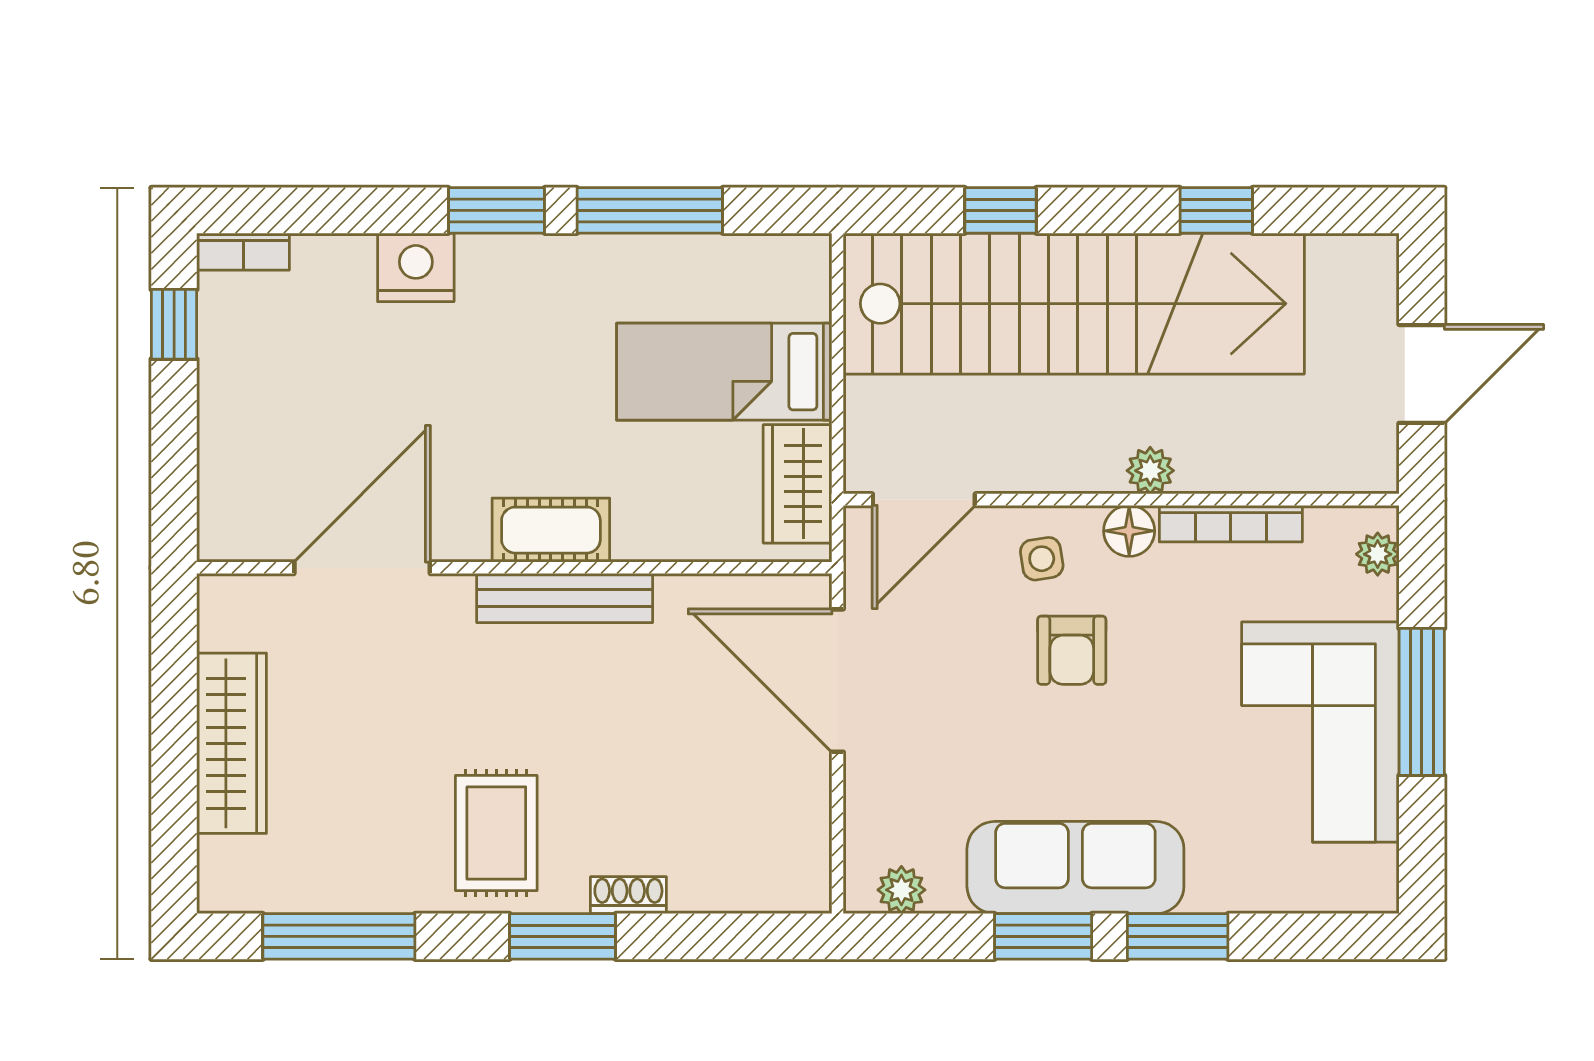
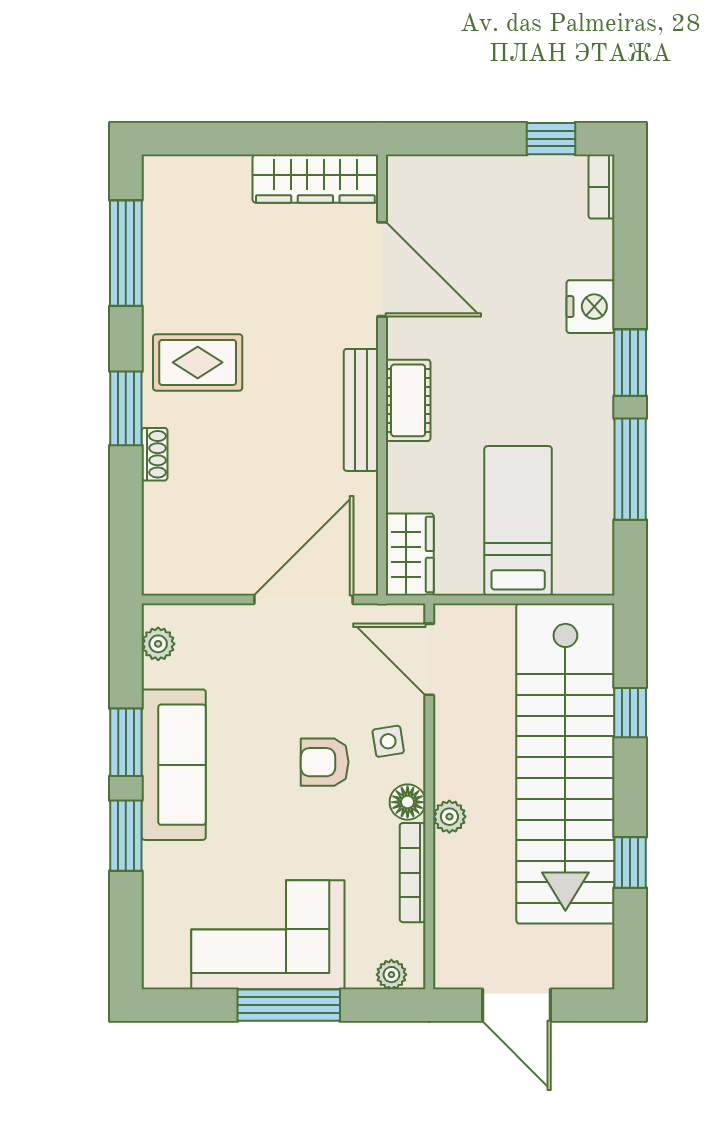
wardrobe: (798, 484) -> (410, 554), moved, turned 90
wardrobe: (232, 743) -> (315, 179), moved

